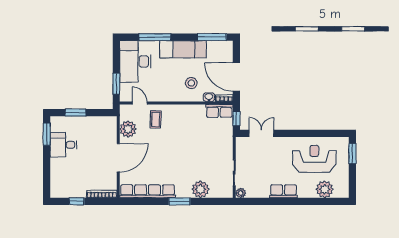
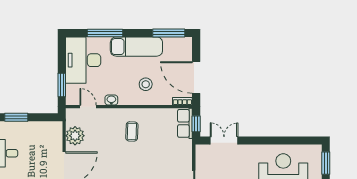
washbasin: (209, 97) -> (111, 100), moved
row of seats: (219, 111) -> (185, 123), moved, turned 90
coffee table: (156, 119) -> (132, 131), moved

